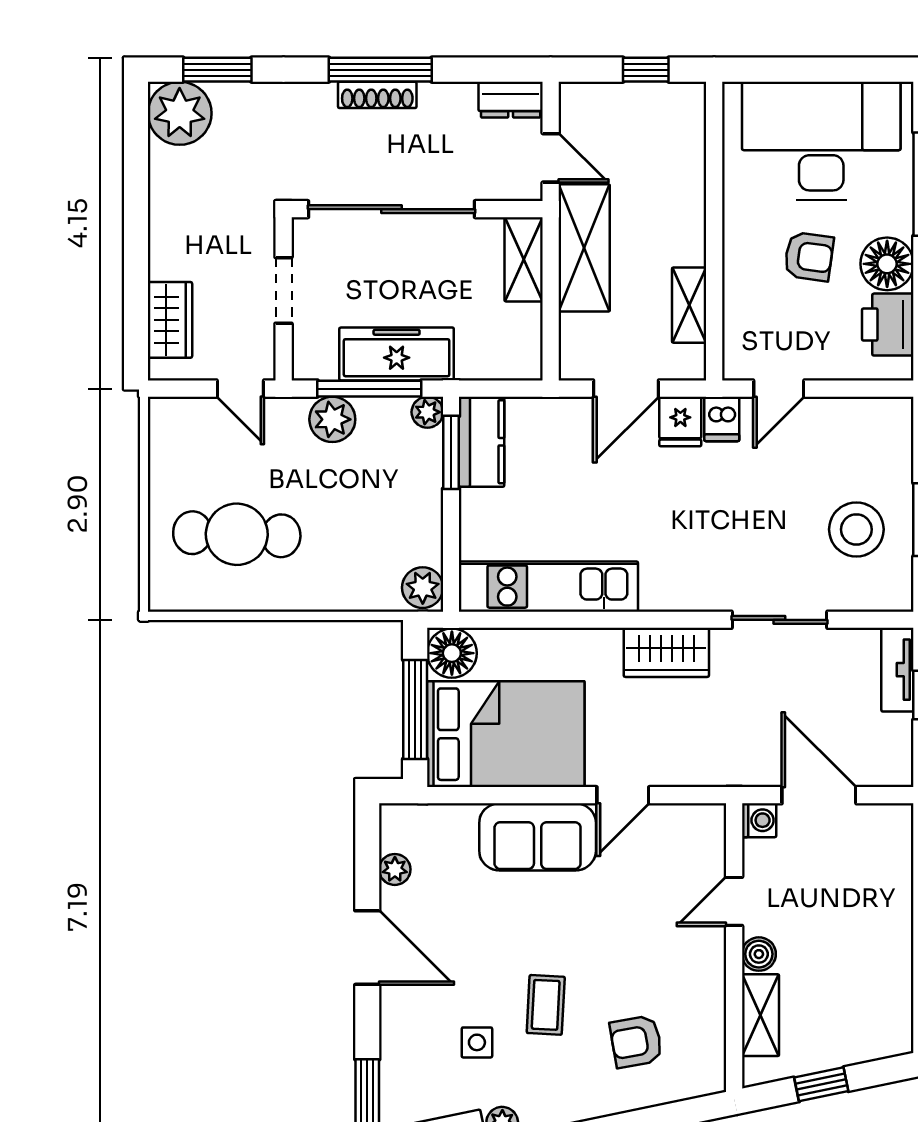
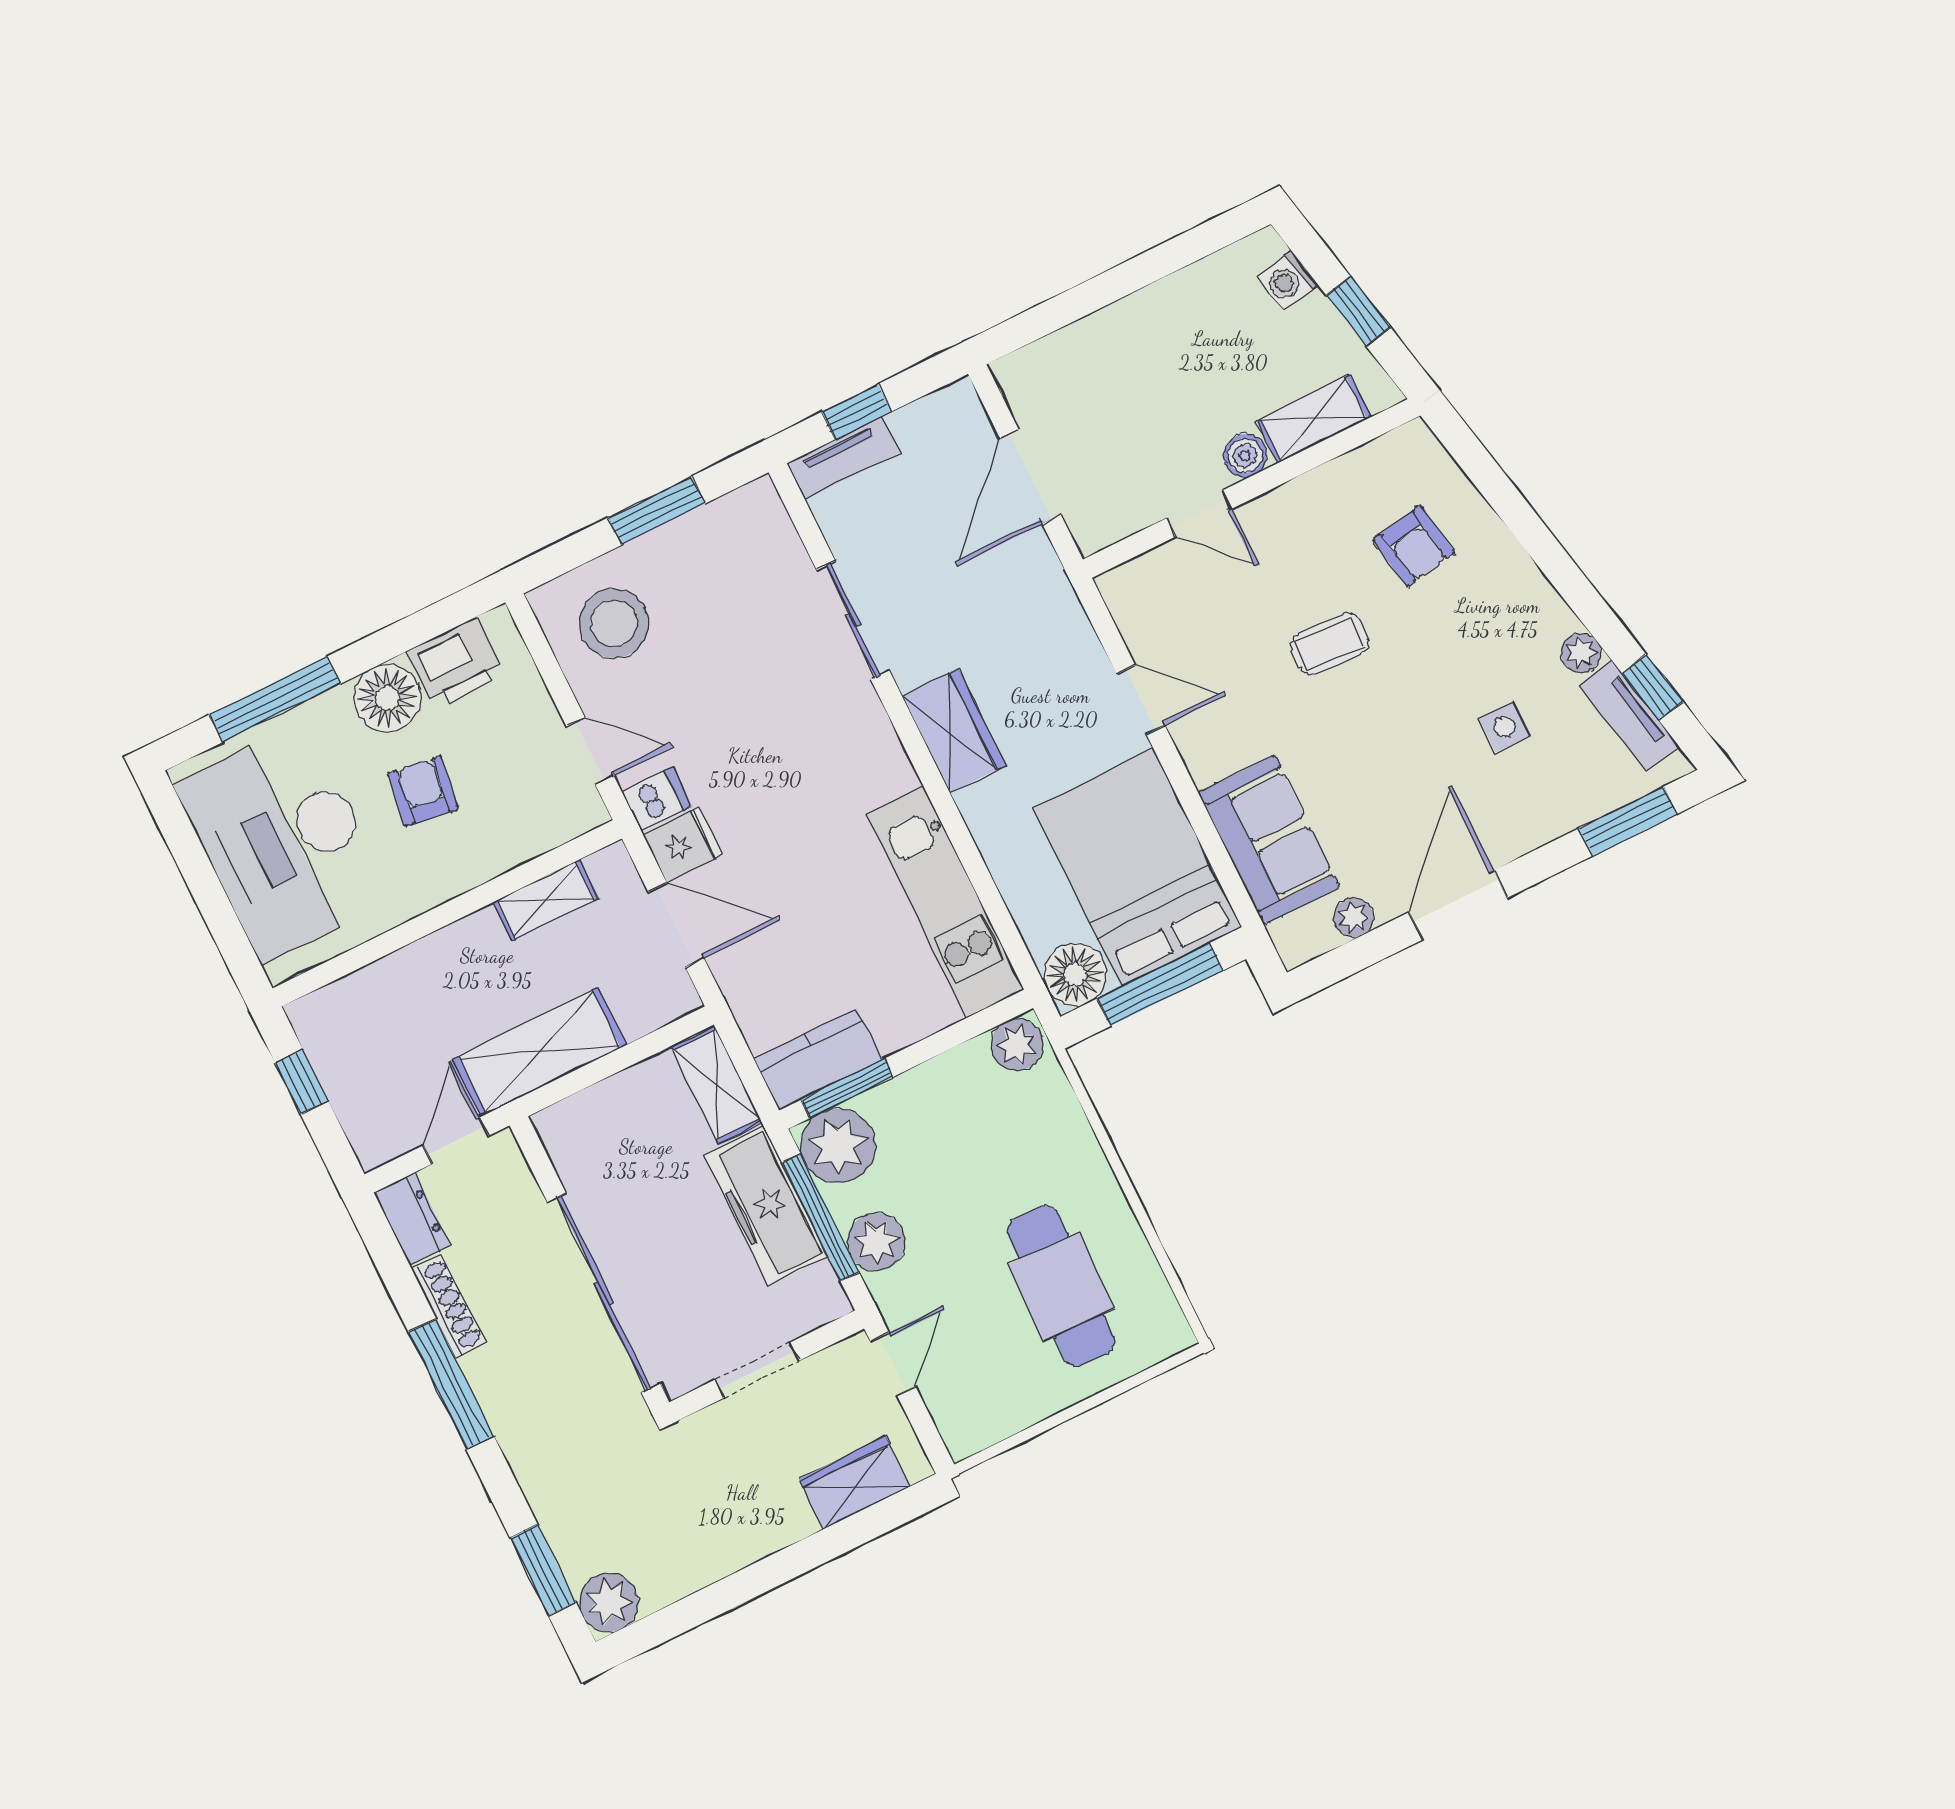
shoe rack: (377, 95) -> (449, 1306), moved
plant: (180, 113) -> (609, 1602), width x0.73, depth x0.73
shelving: (524, 259) -> (717, 1085), moved, turned 90
plant: (427, 412) -> (838, 1146), width x1.88, depth x1.88
stool: (856, 529) -> (614, 623), moved
washing machine: (759, 820) -> (1288, 281), moved, turned -102
sofa: (538, 837) -> (1269, 840), moved
coffee table: (546, 1005) -> (1329, 644), moved

